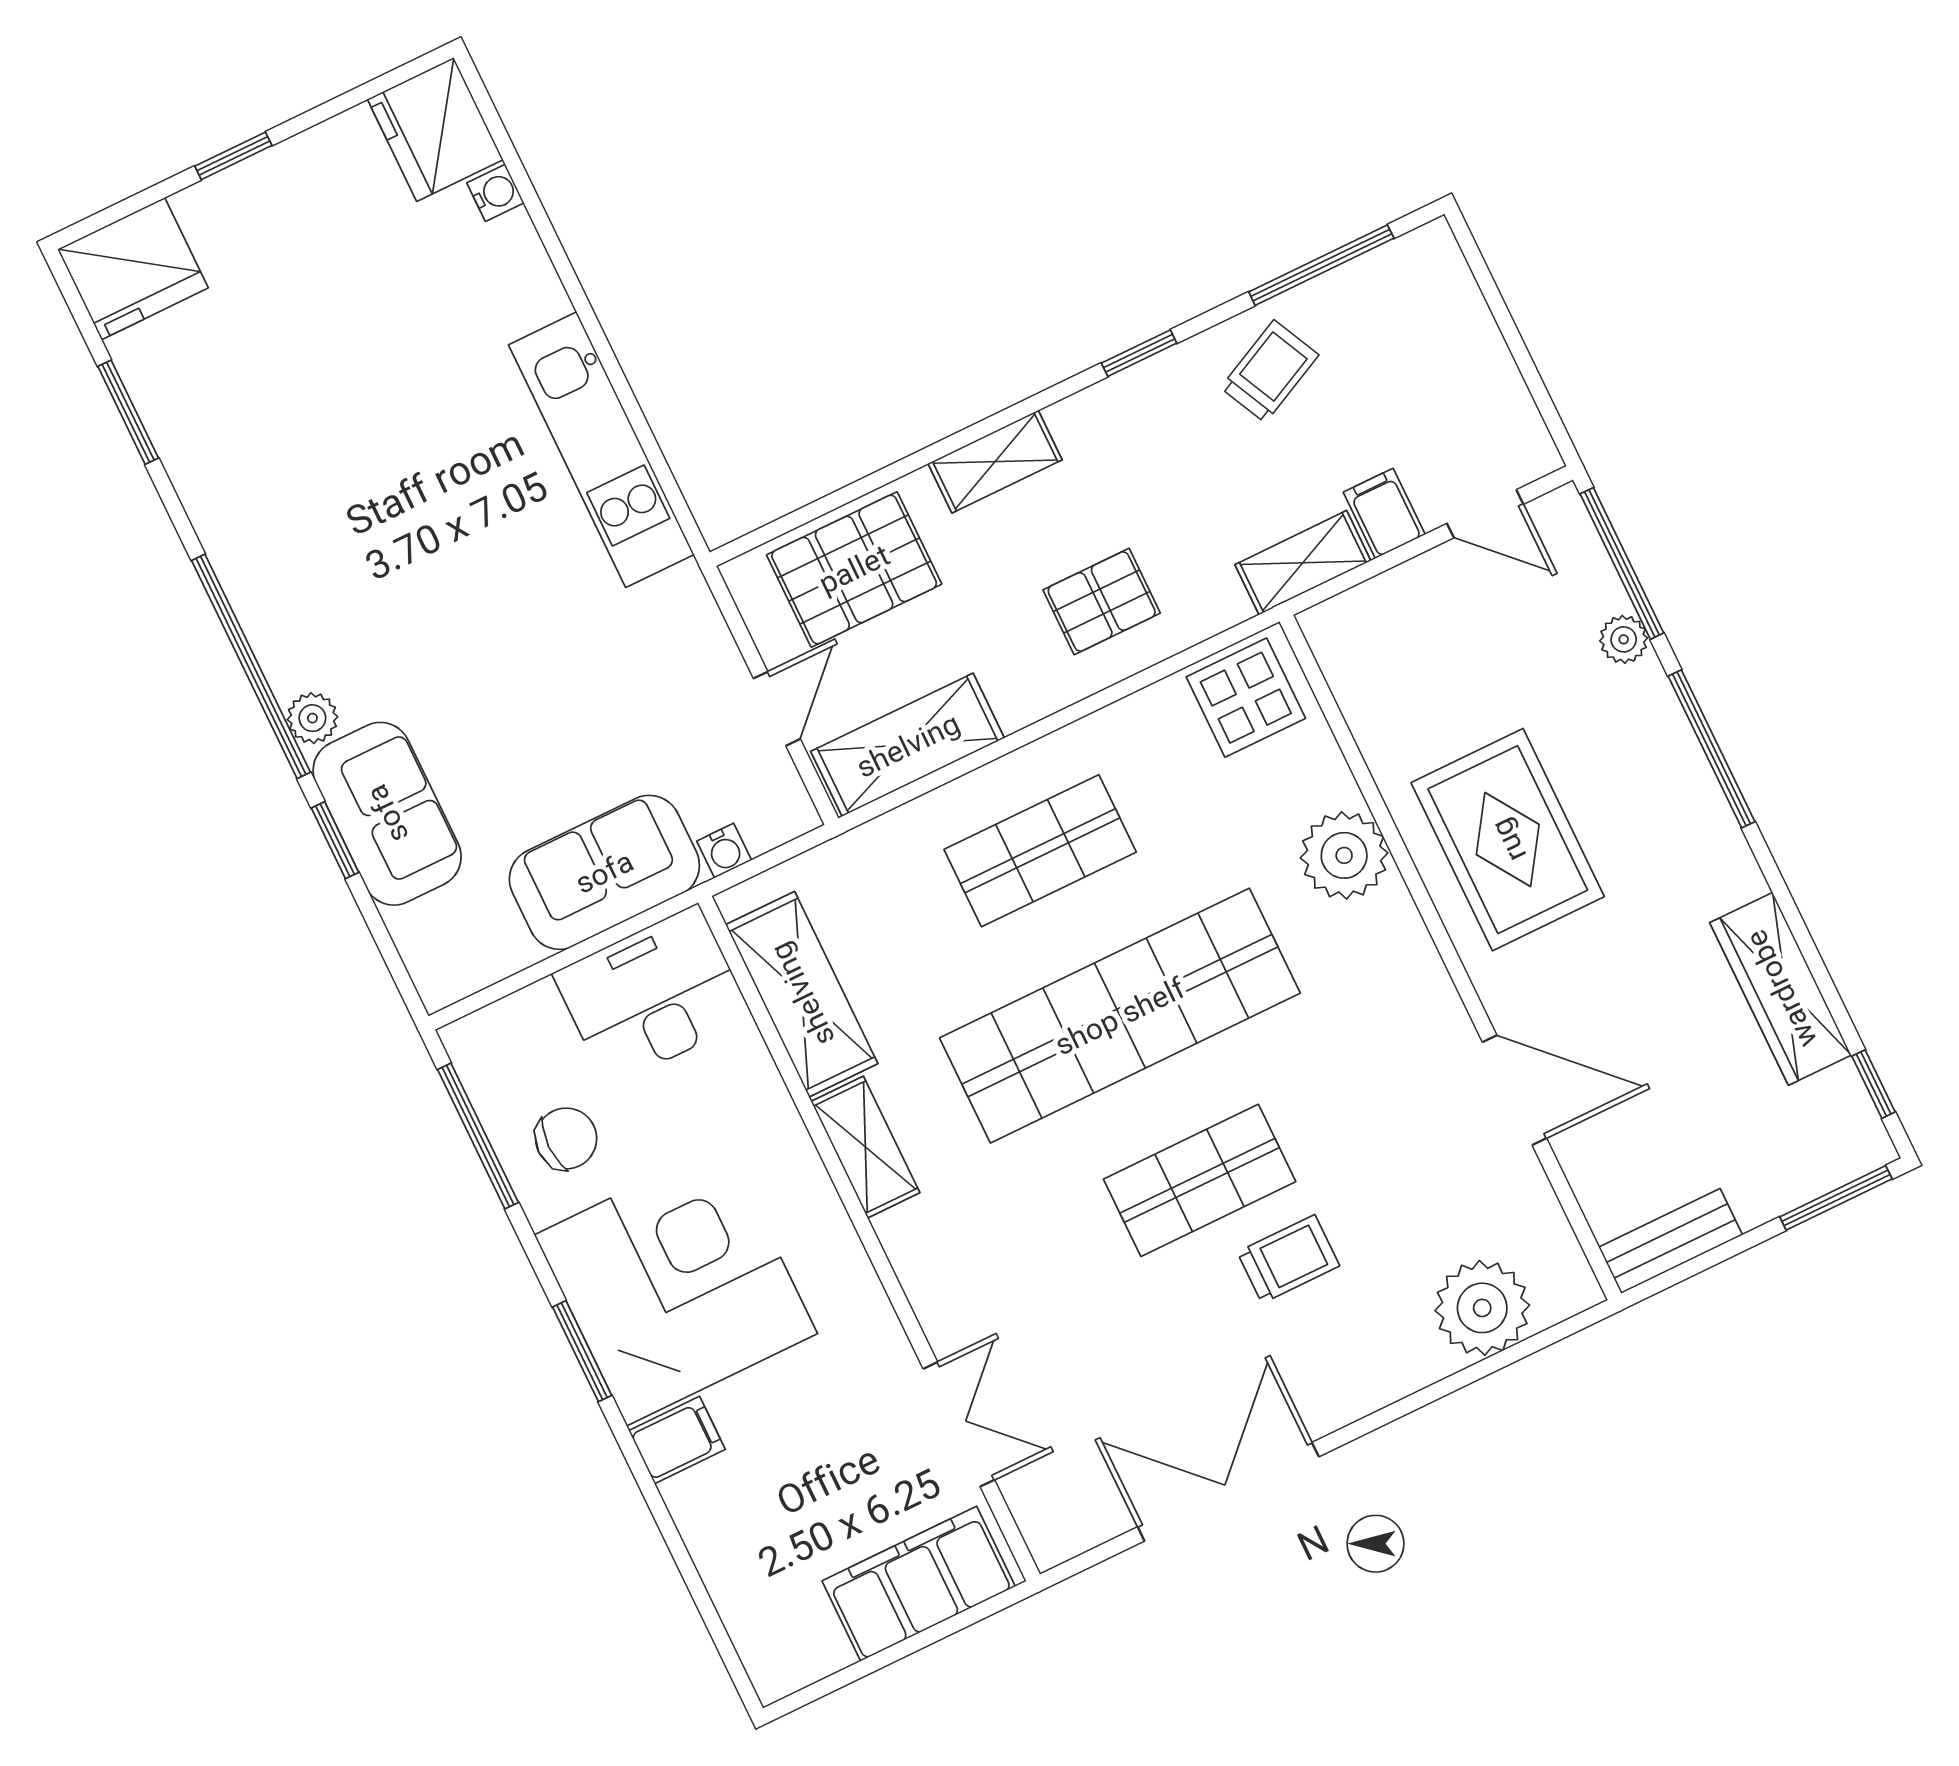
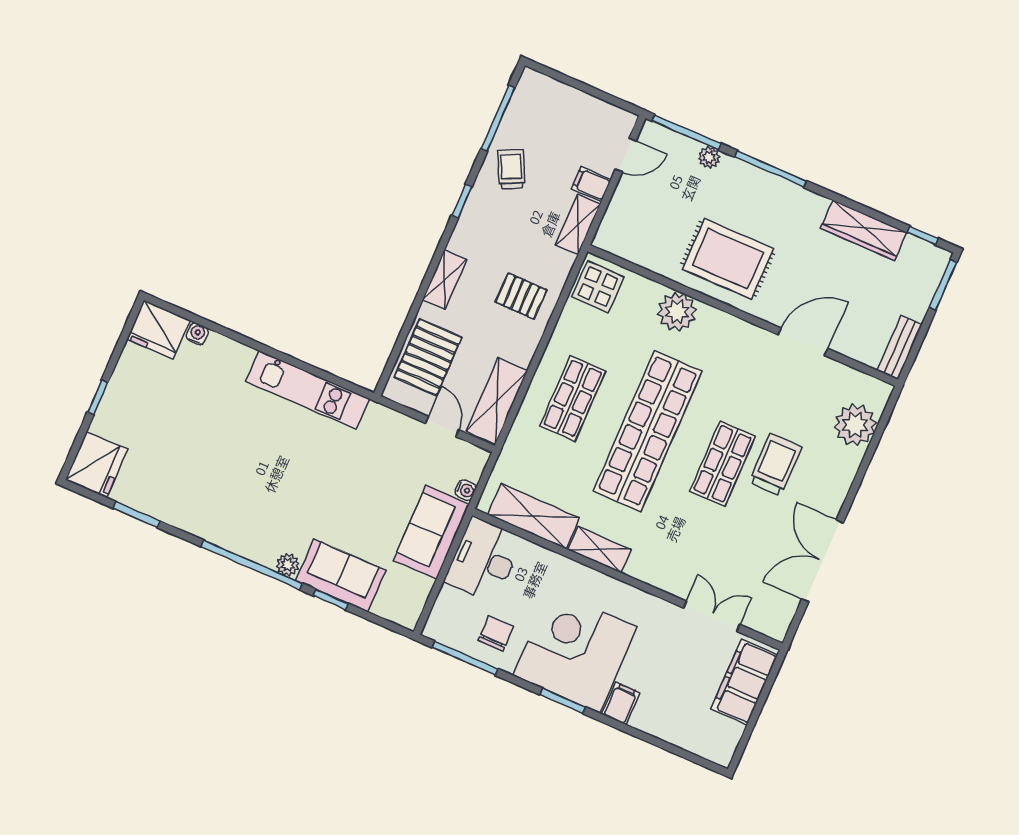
pallet: (1102, 602) -> (521, 296), turned 90
trolley: (1288, 1259) -> (775, 465), width x1.36, depth x1.39

